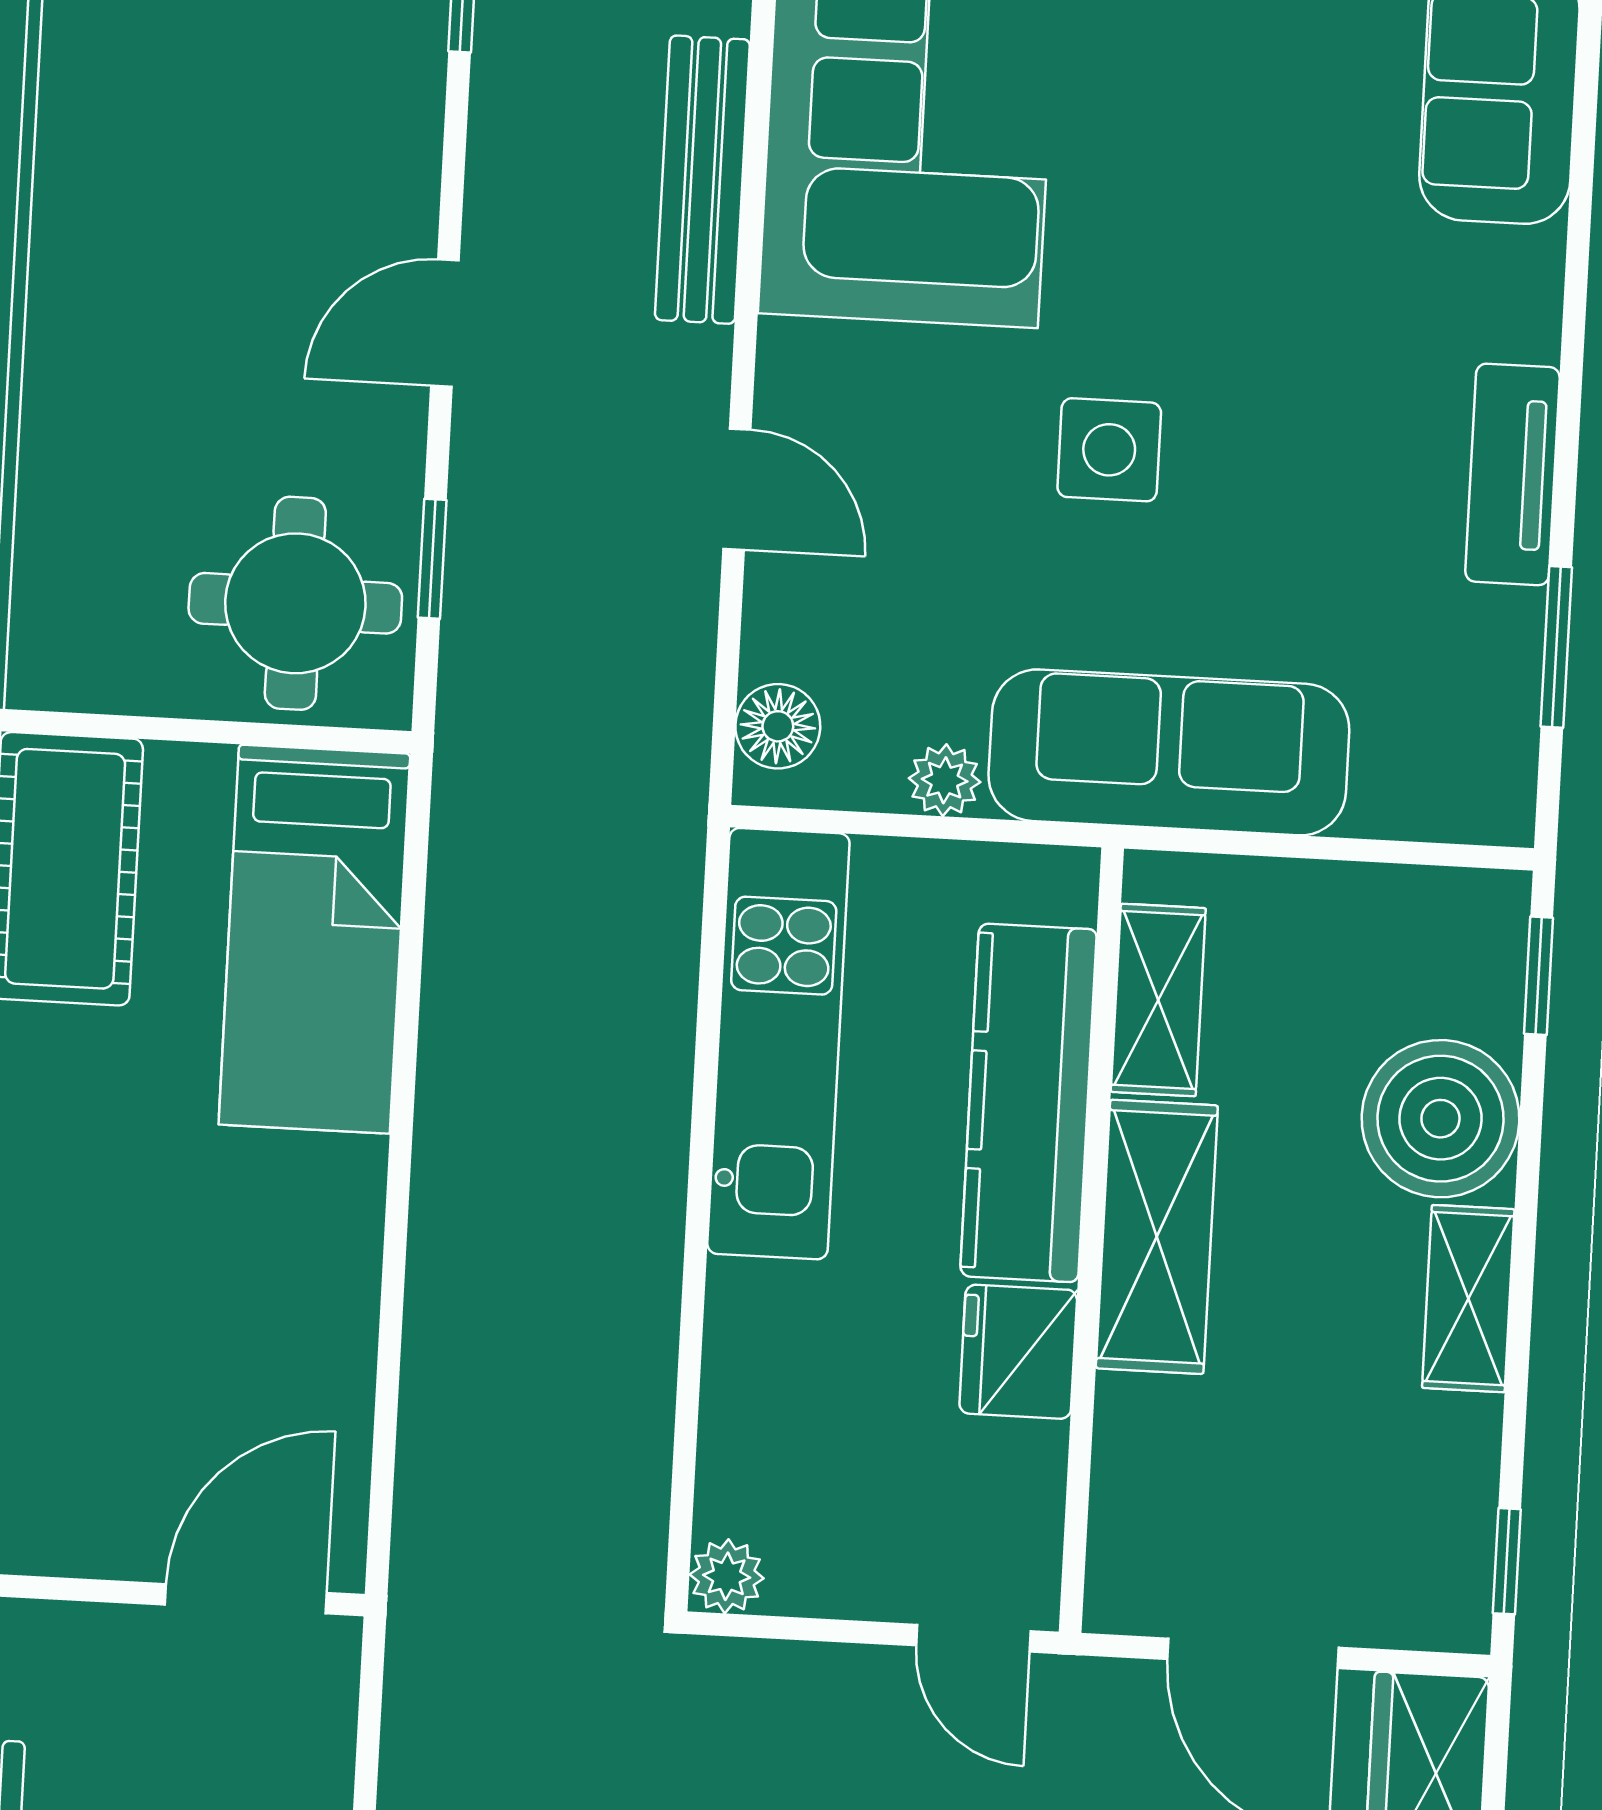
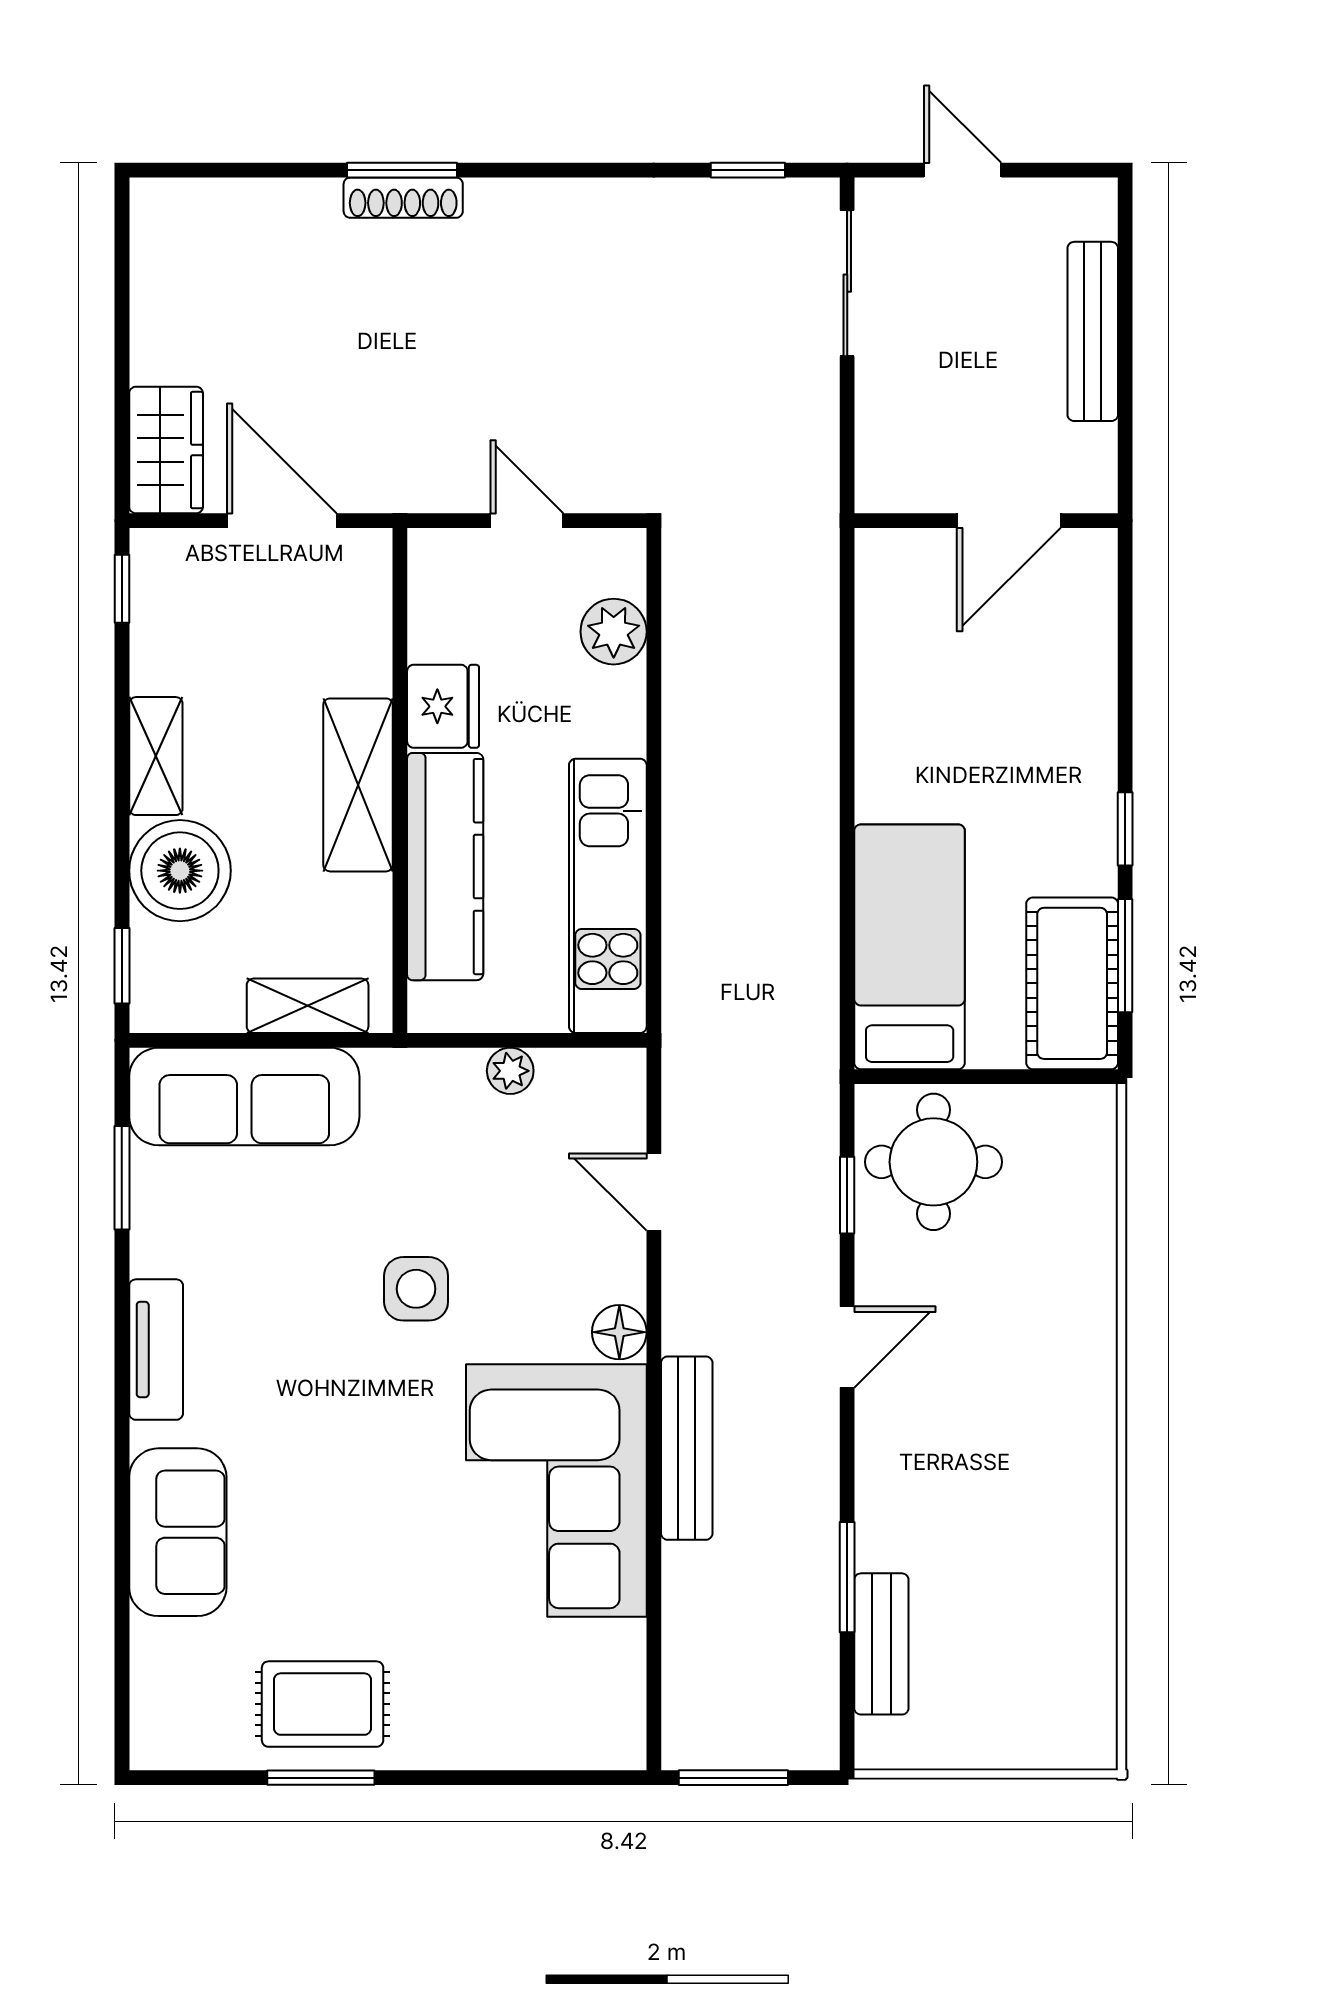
tv unit: (1513, 474) -> (156, 1350), moved
door: (737, 489) -> (654, 1192), moved
floor lamp: (778, 726) -> (619, 1332), moved
sofa: (1169, 752) -> (244, 1096), moved
shelving: (1158, 1000) -> (308, 1006), moved, turned 90
plant: (727, 1576) -> (614, 632), moved, width x1.38, depth x1.38
door: (246, 1599) -> (1009, 521), moved
door: (973, 1638) -> (527, 521), moved

